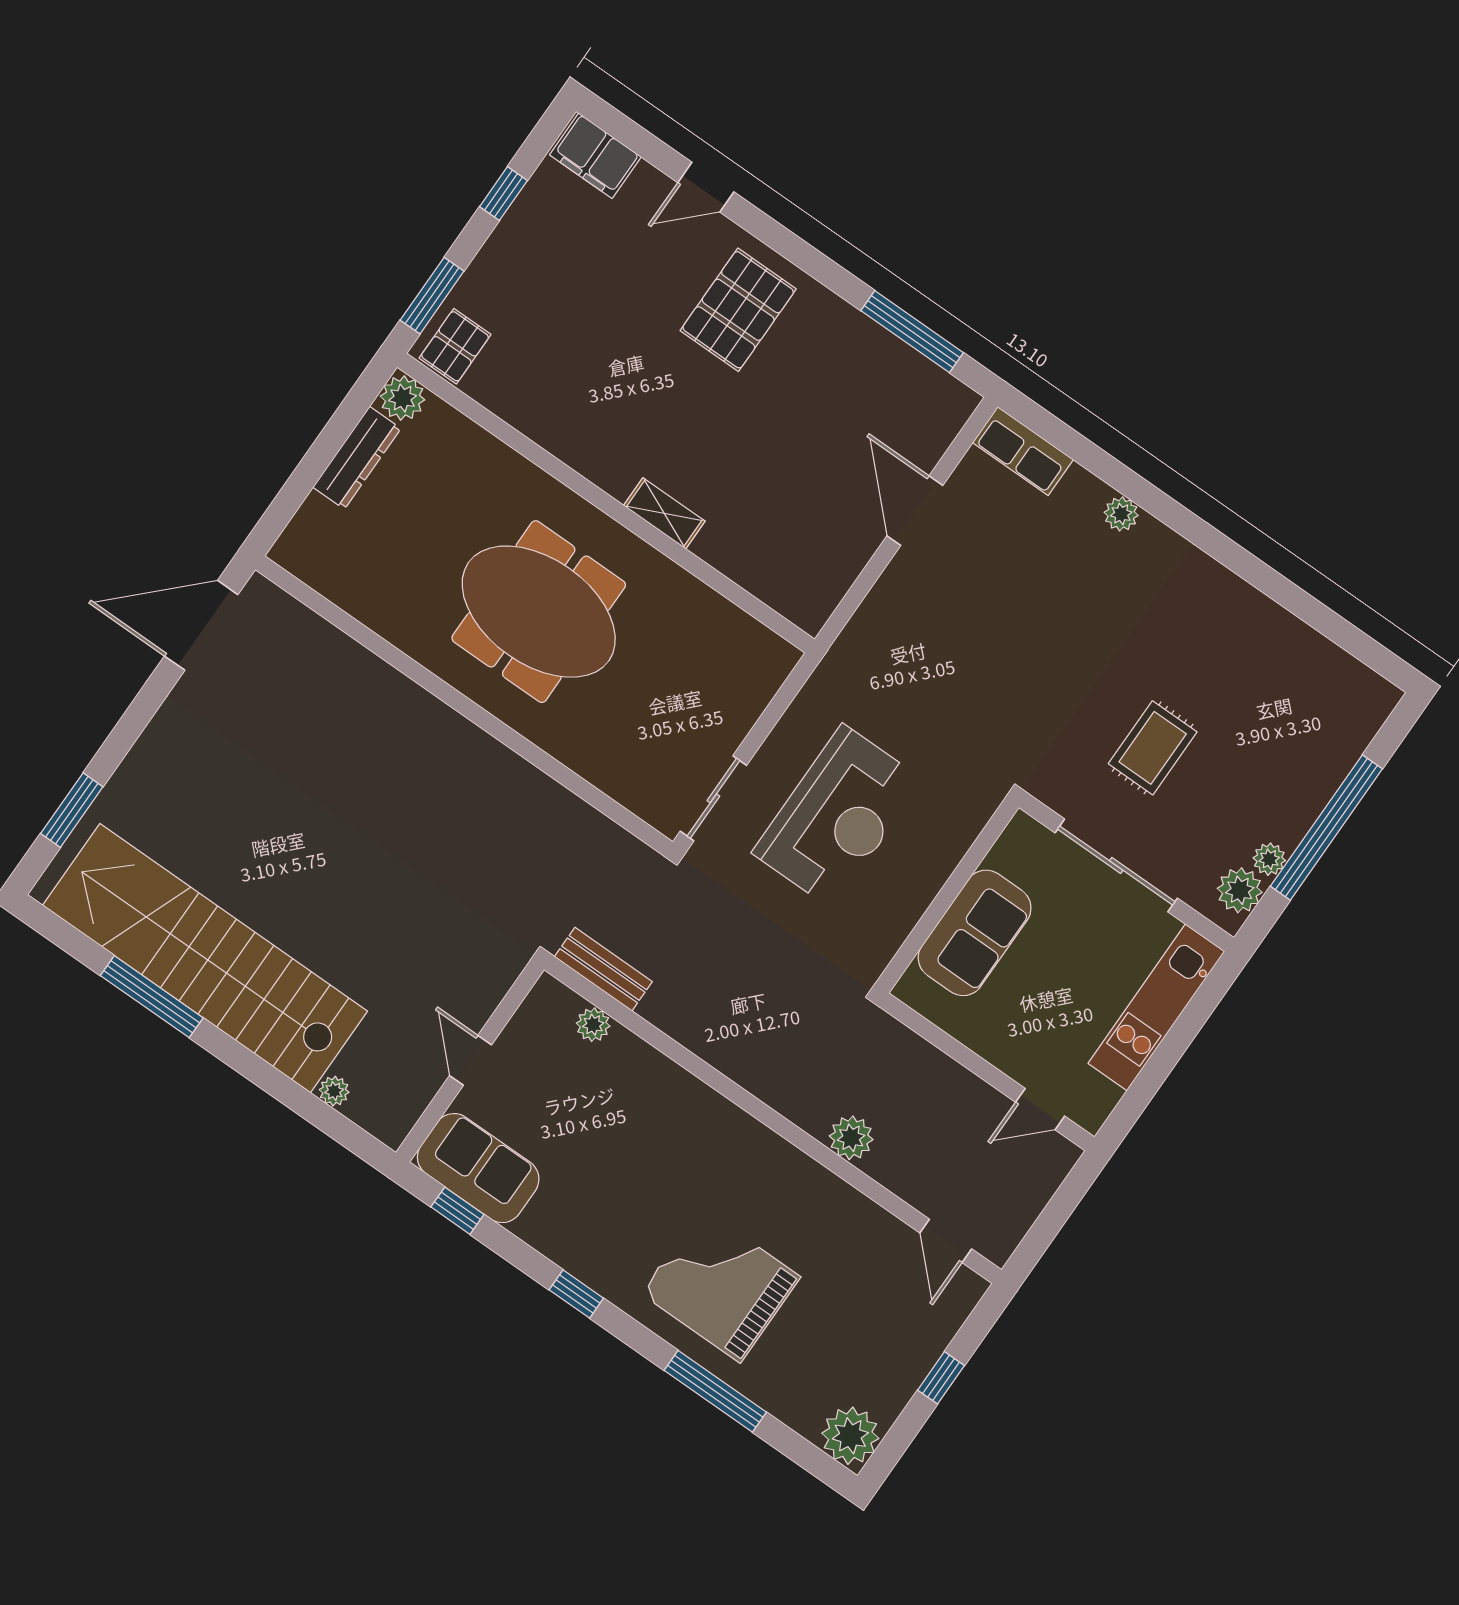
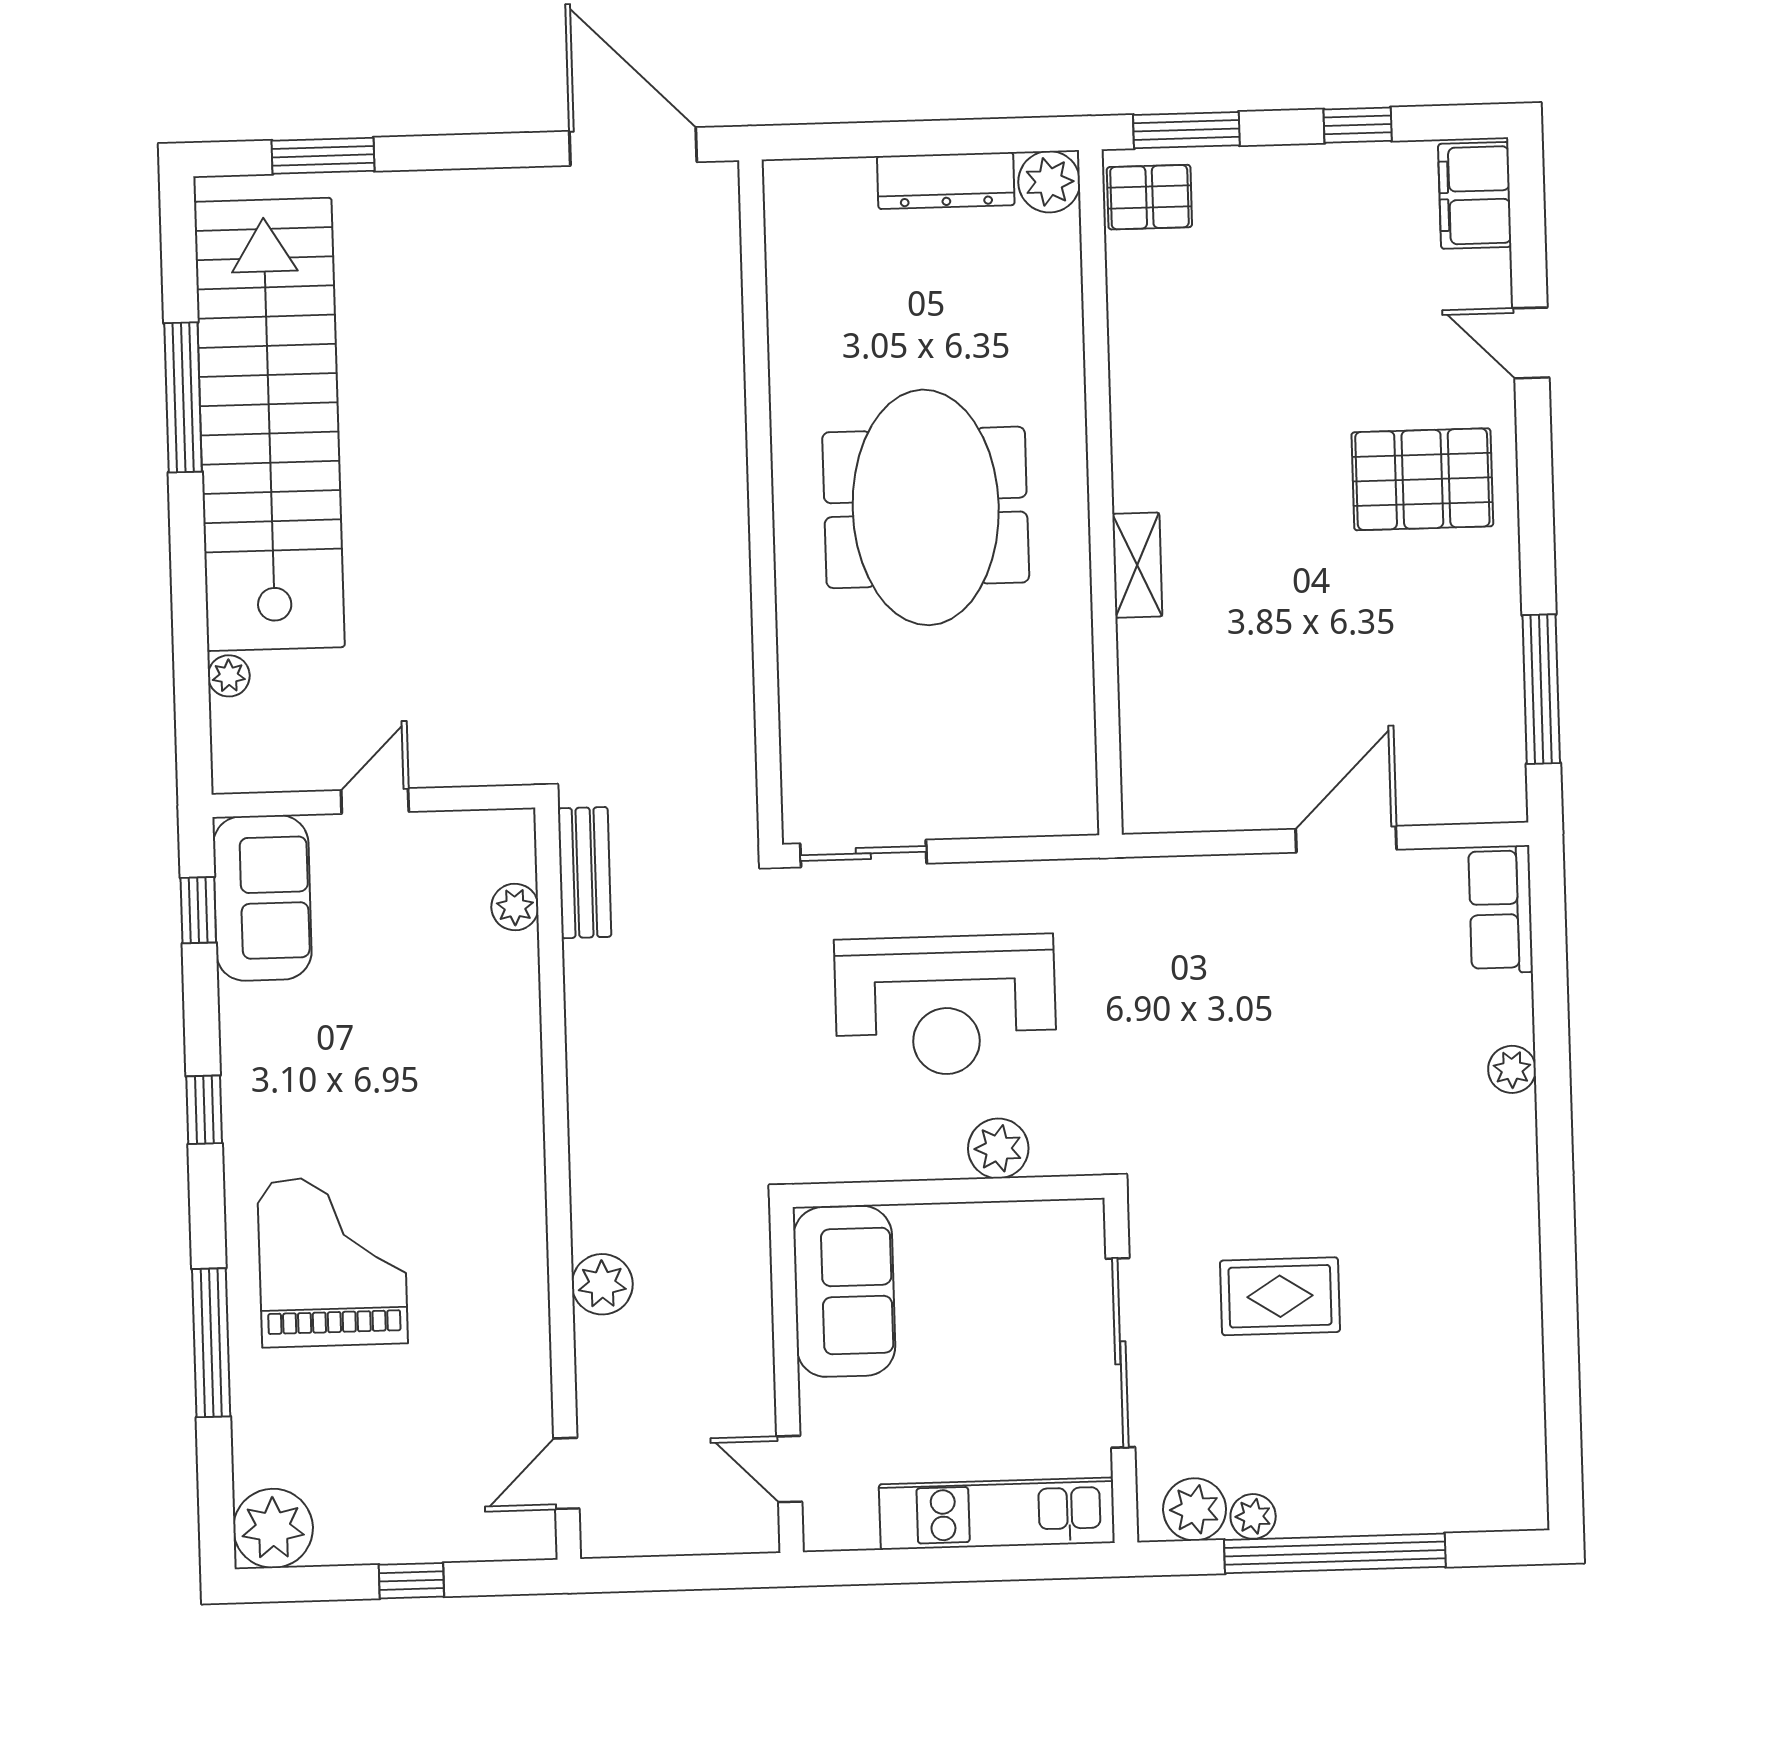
plant: (944, 848) -> (998, 1148), added
sofa: (975, 933) -> (844, 1291), moved, turned -90

